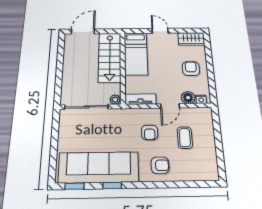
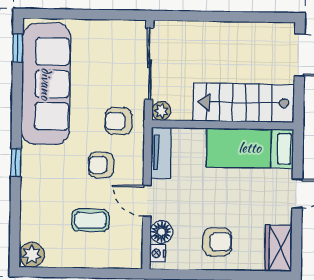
armchair: (160, 165) -> (118, 121), moved, turned 90
plant: (211, 173) -> (32, 255), added
window: (112, 186) -> (16, 163), moved

